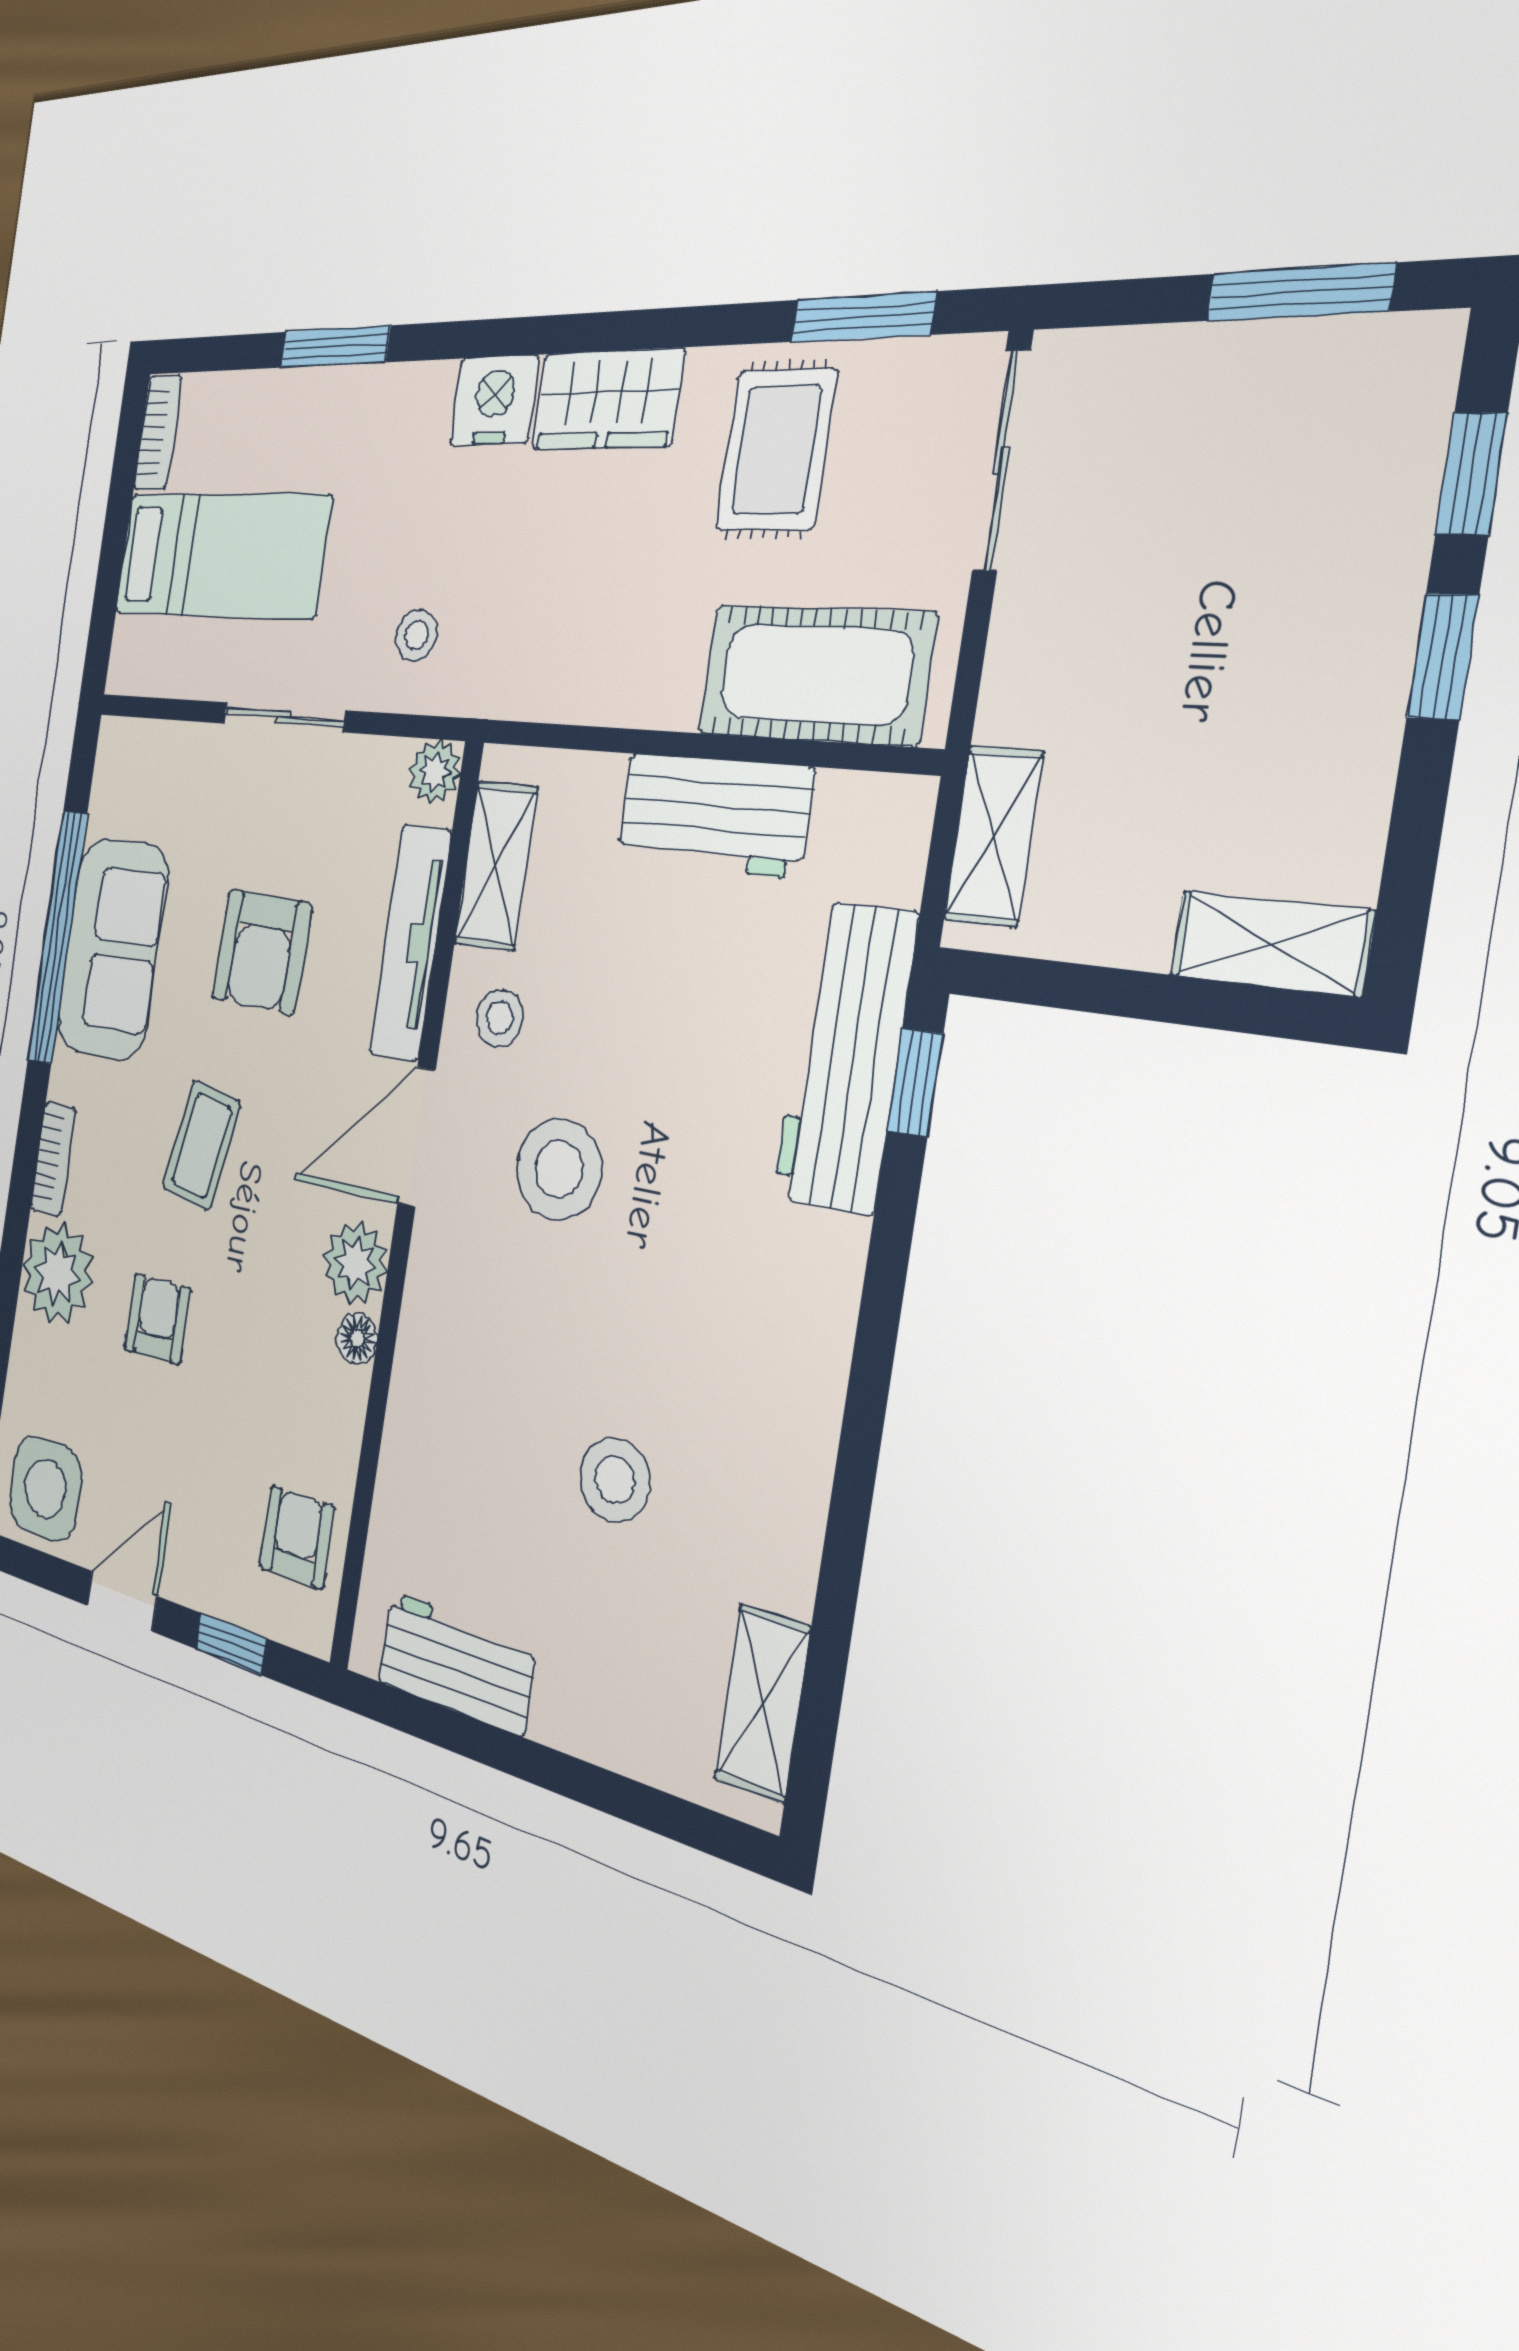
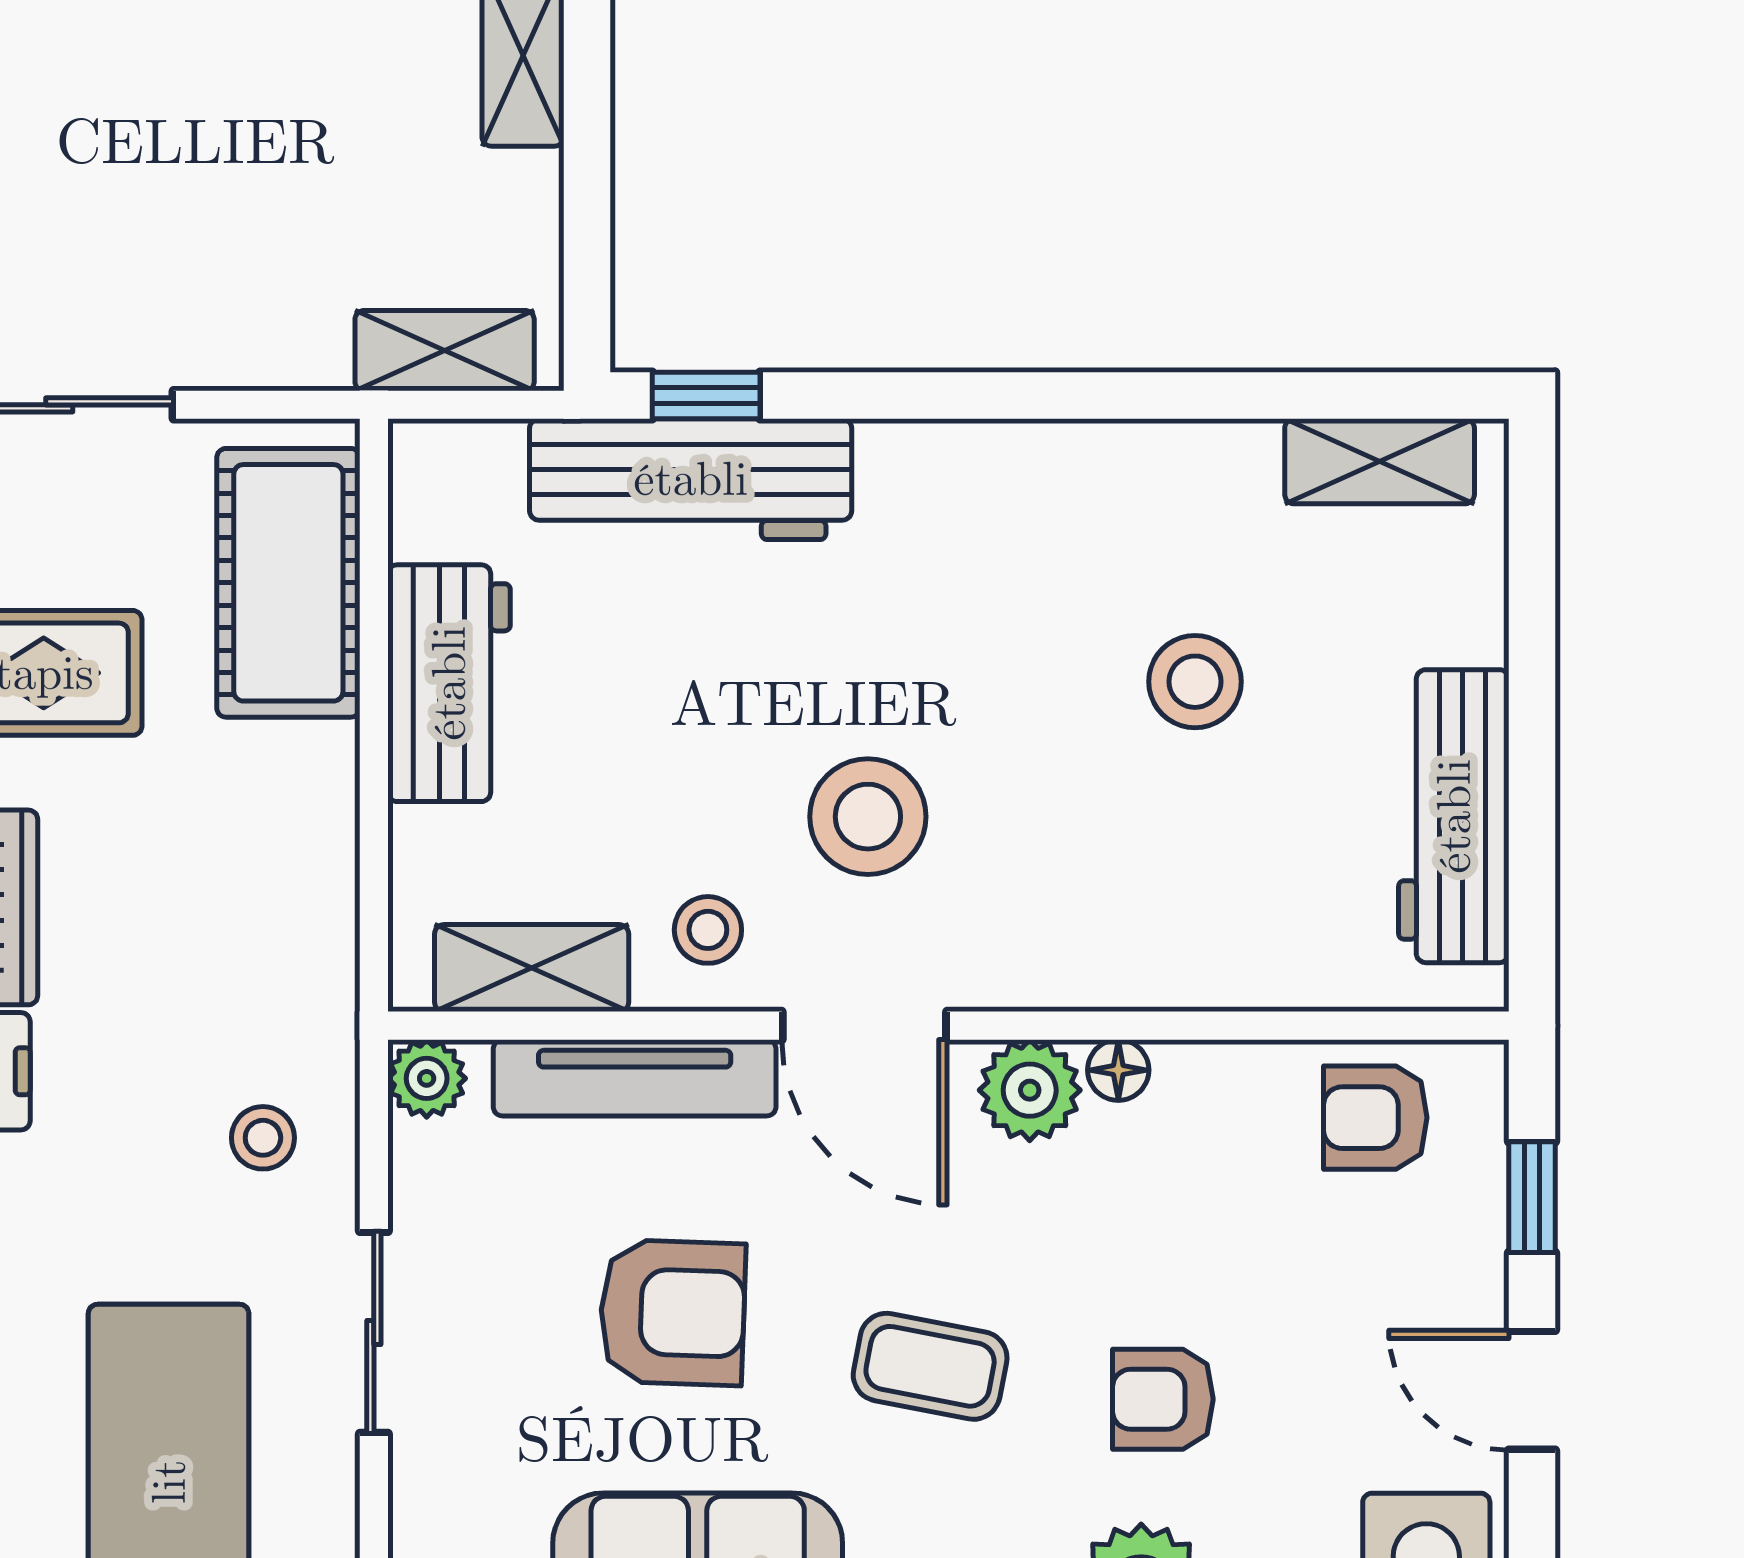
workbench: (457, 1662) -> (1454, 816), width x1.38

